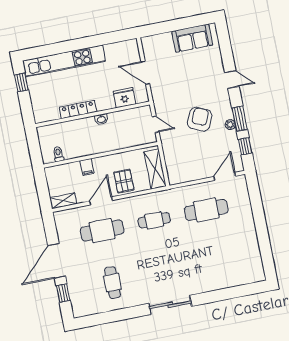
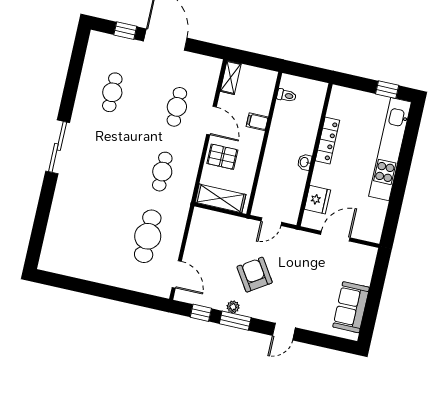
armchair: (200, 119) -> (255, 275), turned -147
cafe table: (102, 231) -> (177, 107), width x0.73, depth x0.74
cafe table: (112, 283) -> (112, 92), turned 90

